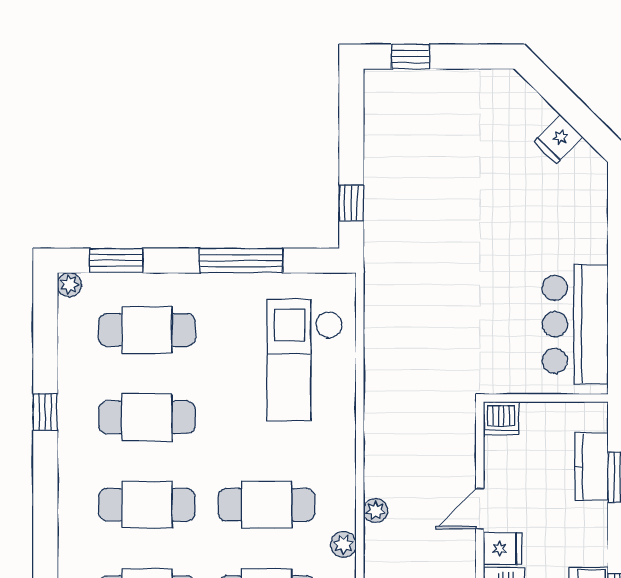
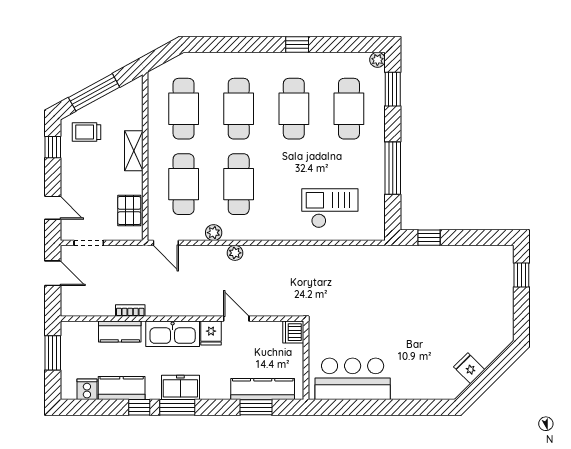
checkout: (305, 360) -> (330, 208), width x0.73, depth x0.83
kitchen counter: (591, 467) -> (263, 389), width x1.50

